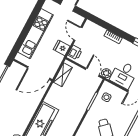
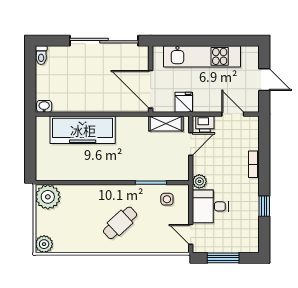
door: (78, 34) -> (233, 114), hinge flipped
fridge: (62, 48) -> (184, 102), moved
door: (92, 72) -> (191, 144), moved

